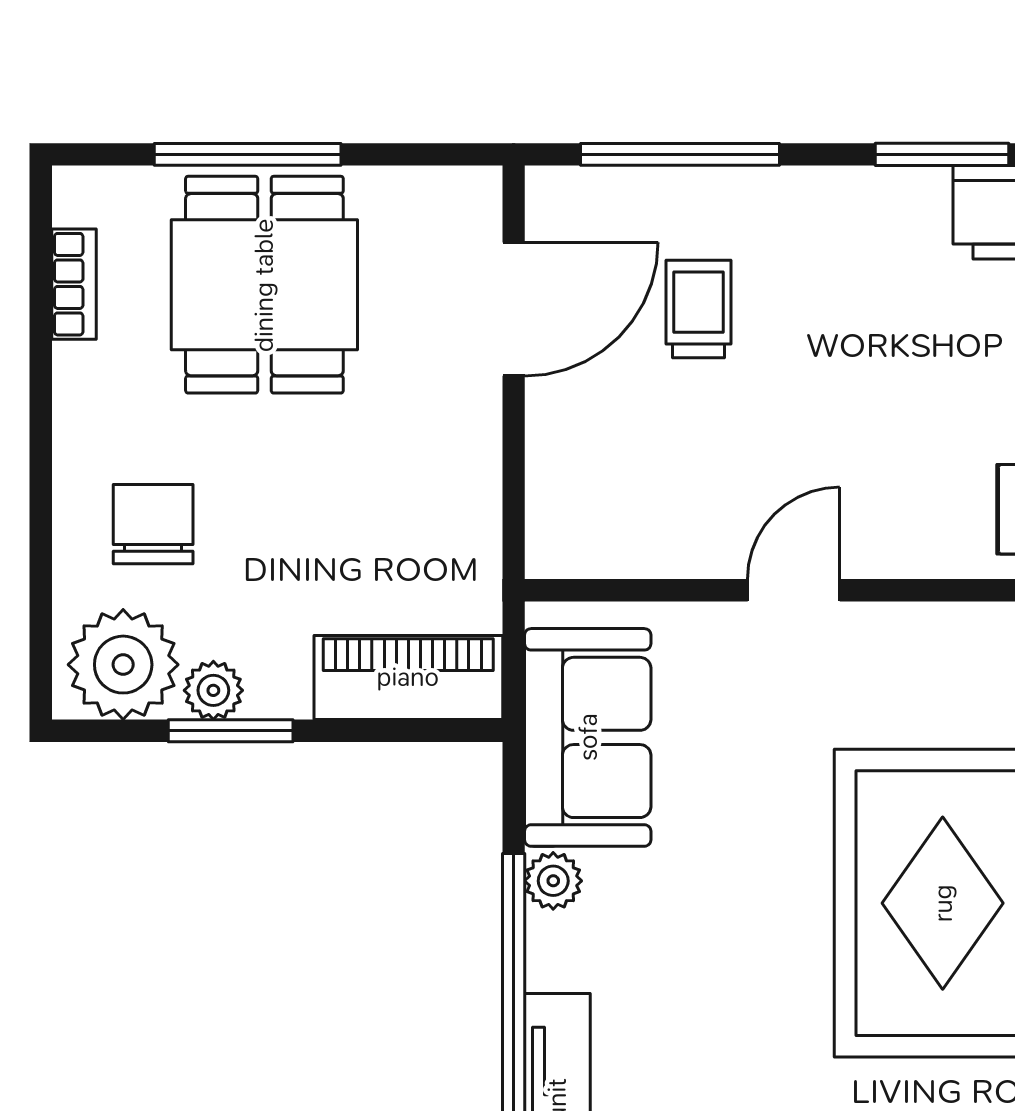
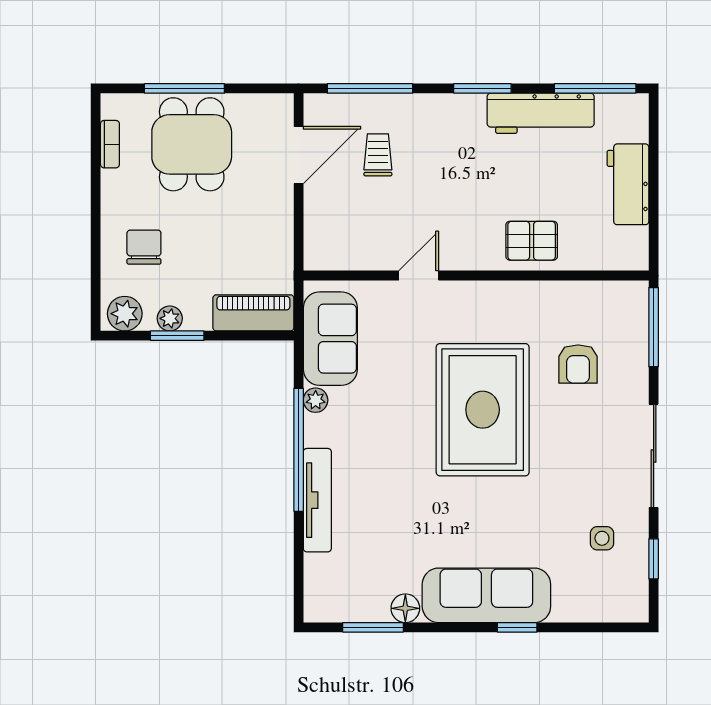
plant: (123, 665) -> (125, 314), width x0.73, depth x0.73

